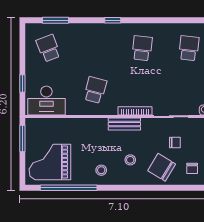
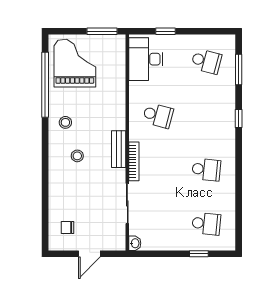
window: (113, 20) -> (239, 118), moved
school desk: (48, 48) -> (206, 61), turned 36
chair: (175, 142) -> (97, 208), removed
chair: (162, 167) -> (69, 192), removed

